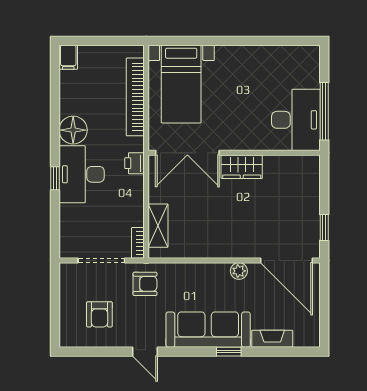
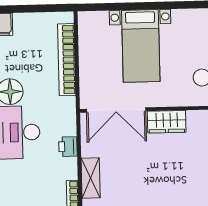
bed with nightstands: (181, 84) -> (141, 46), moved
printer: (134, 163) -> (68, 147), moved

